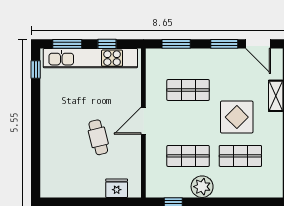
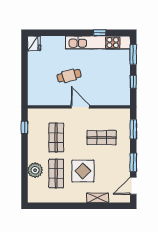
kitchen unit: (90, 58) -> (98, 43), moved, turned -90
window: (36, 70) -> (100, 33), moved
shop shelf: (188, 90) -> (102, 138), turned 90
plant: (202, 187) -> (35, 170), moved
fridge: (117, 188) -> (34, 43), moved

